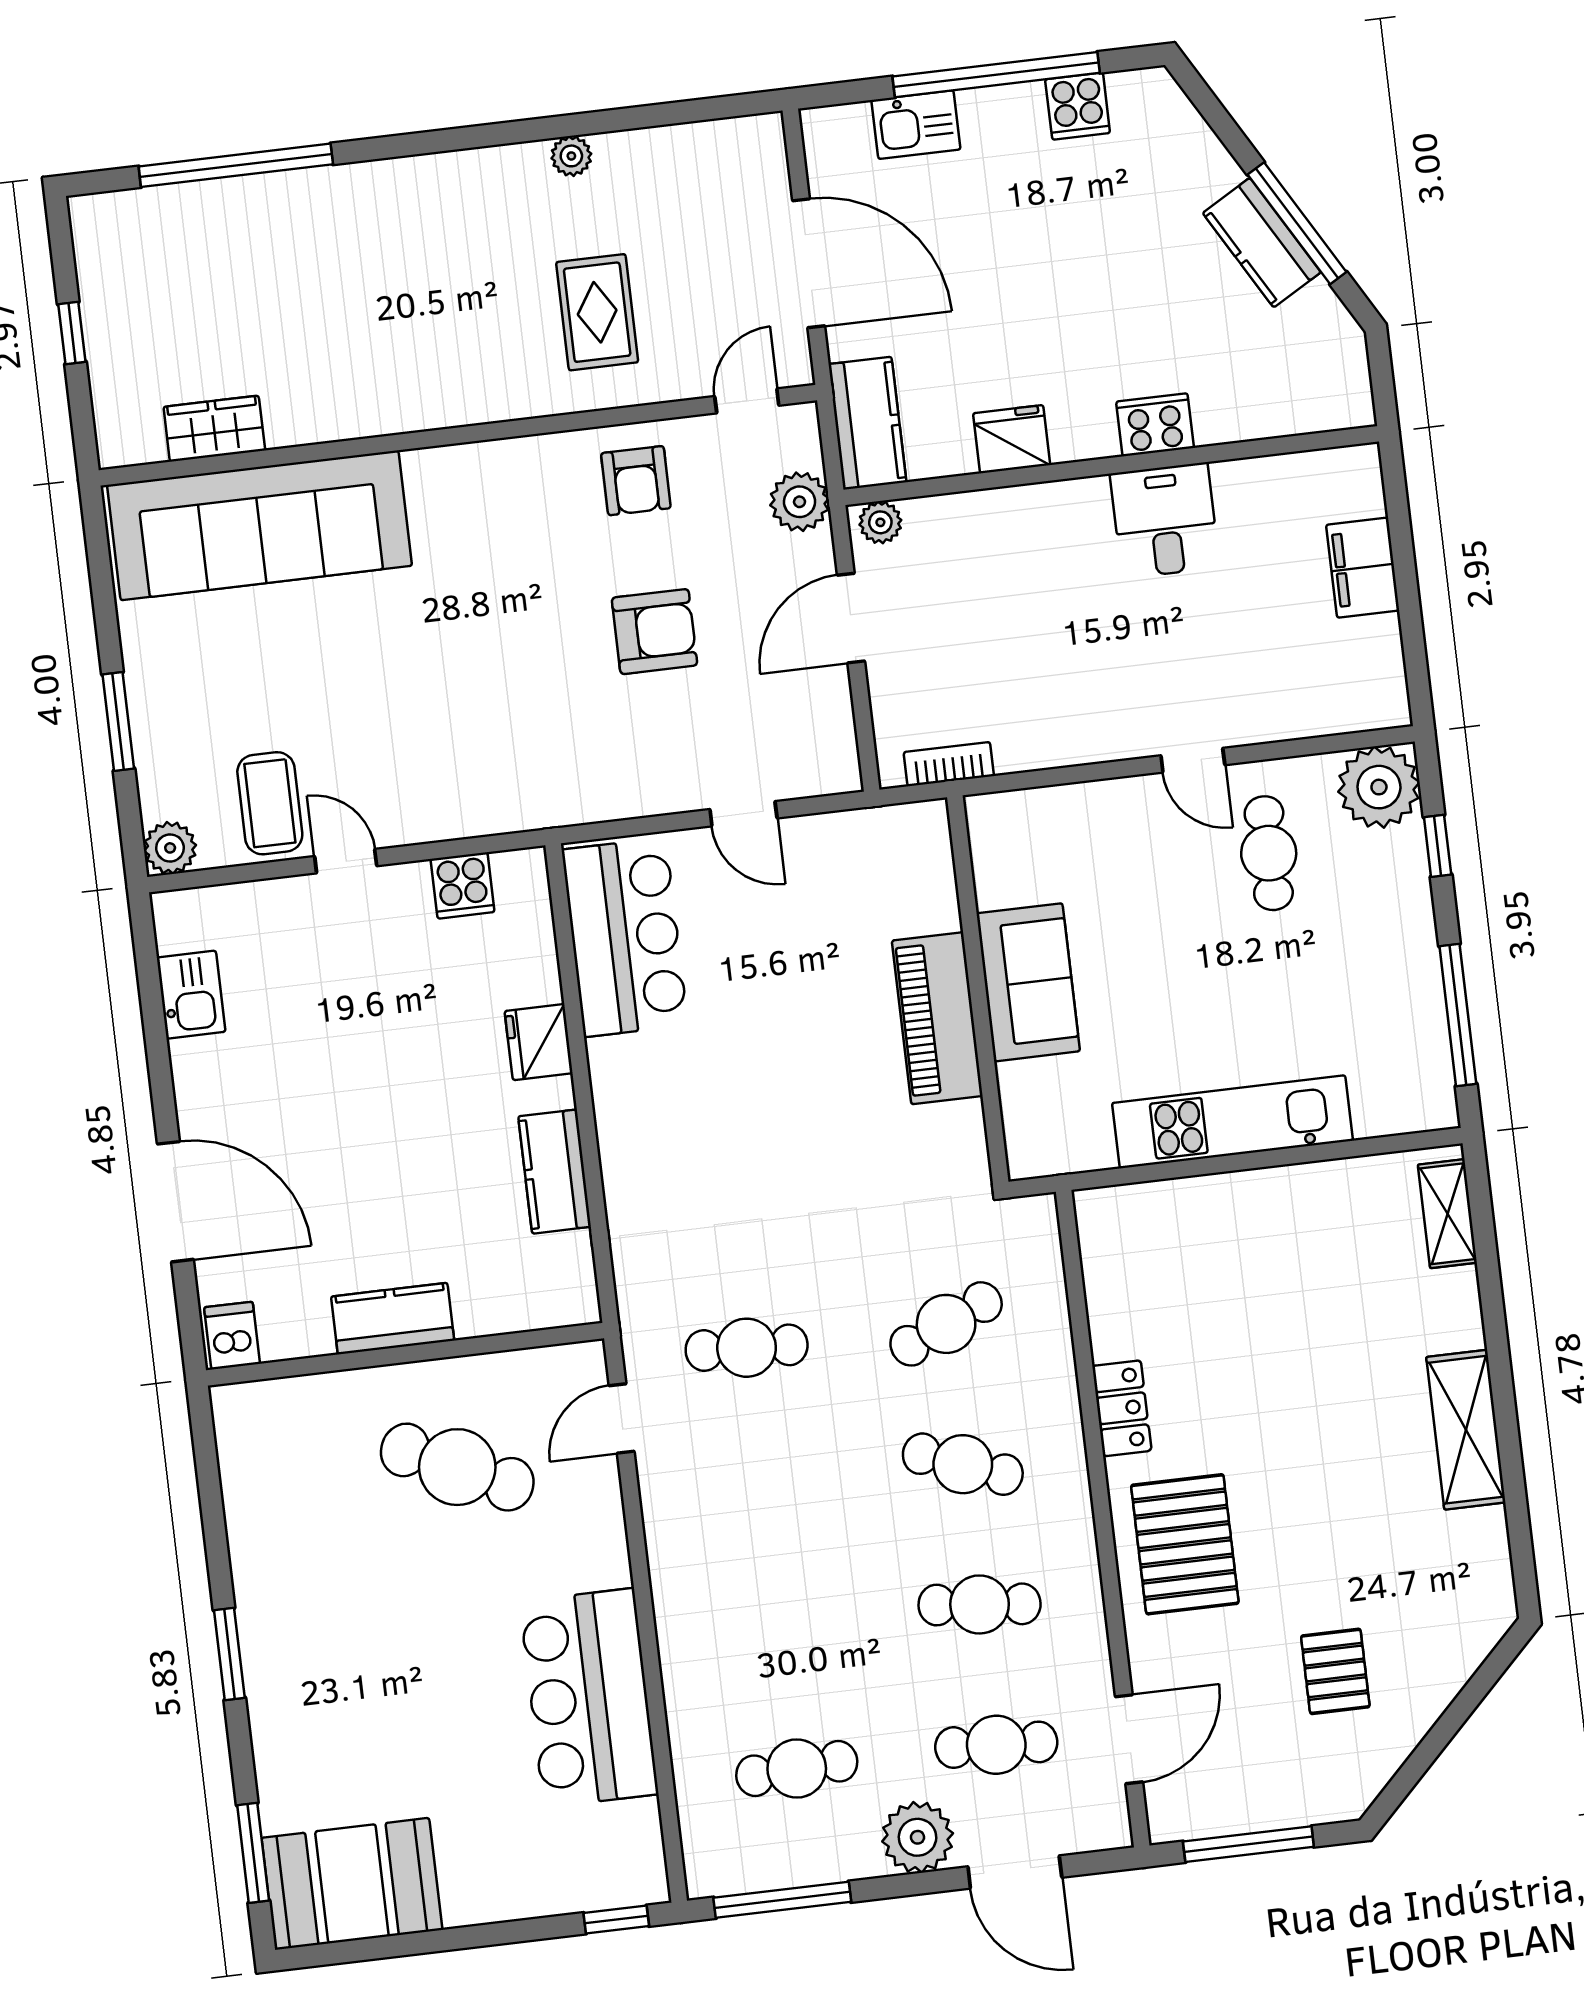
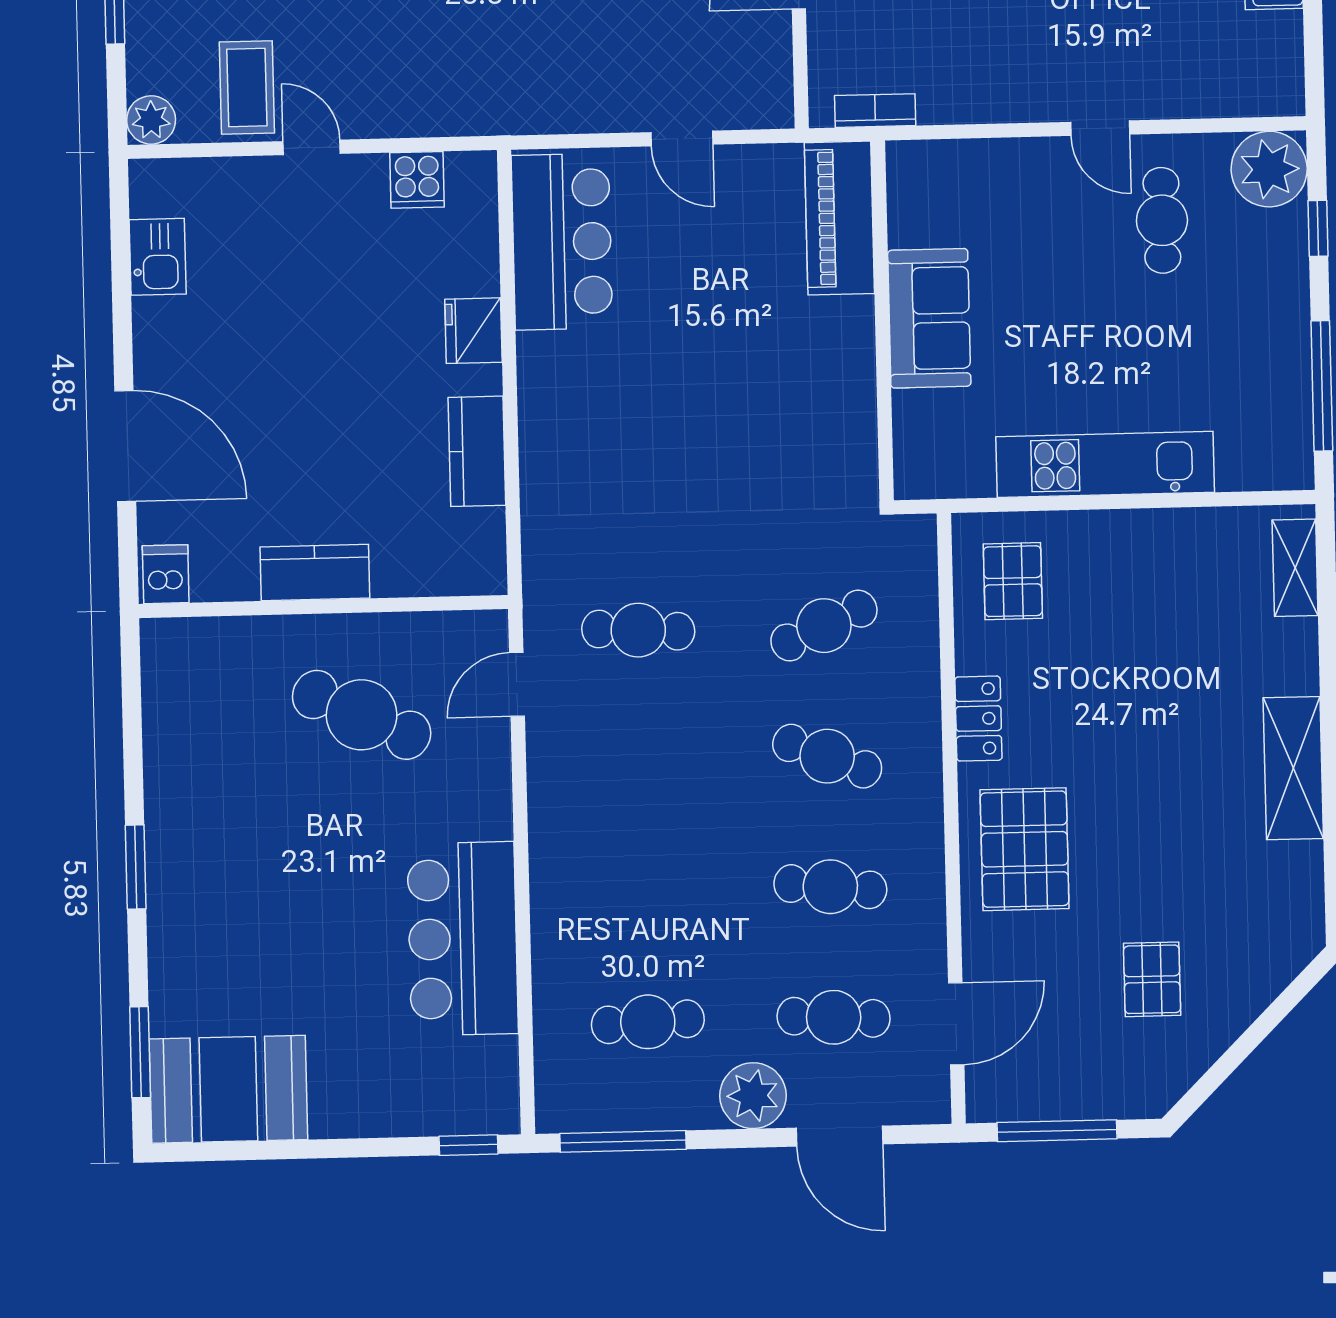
piano: (937, 1018) -> (839, 218), moved
pallet: (1145, 1257) -> (1013, 581), added

